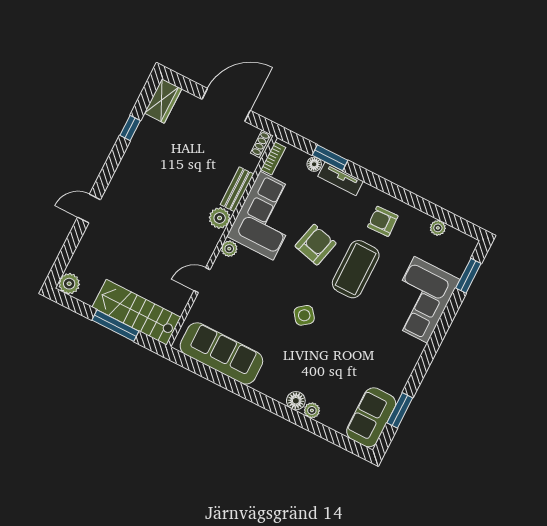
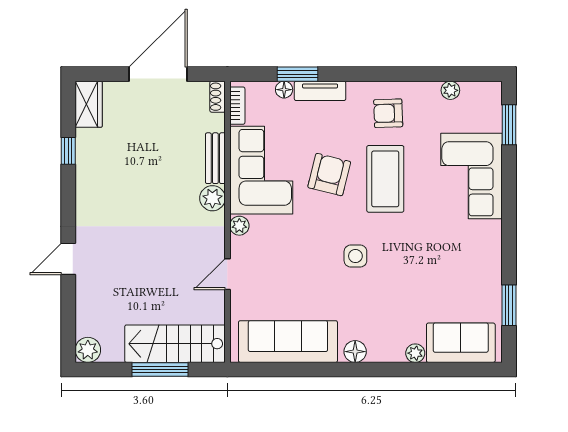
side table: (304, 315) -> (355, 256), turned 38
floor lamp: (296, 401) -> (355, 352), moved
sofa: (371, 417) -> (461, 343), moved, turned 90

